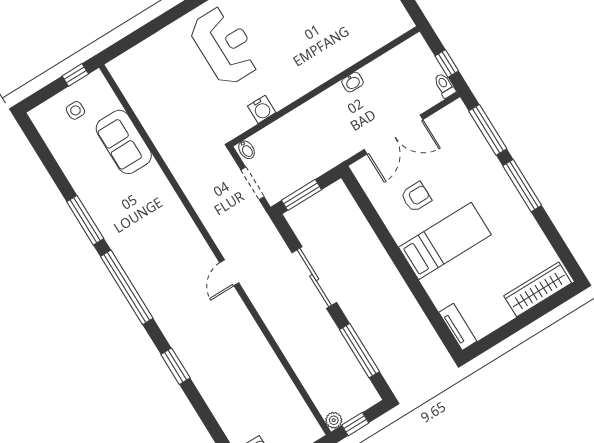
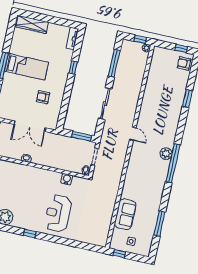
double door: (393, 135) -> (30, 126), swing flipped
window: (85, 220) -> (159, 224), moved
bed: (445, 241) -> (26, 67), moved, turned 180
door: (229, 273) -> (133, 134), hinge flipped
window: (414, 285) -> (73, 68), added
plant: (151, 292) -> (166, 154), added
window: (175, 366) -> (187, 98), moved

